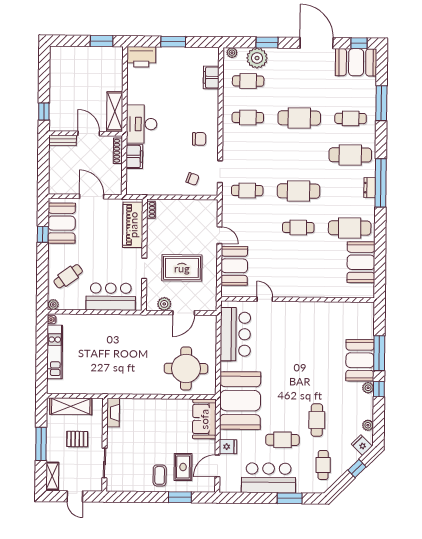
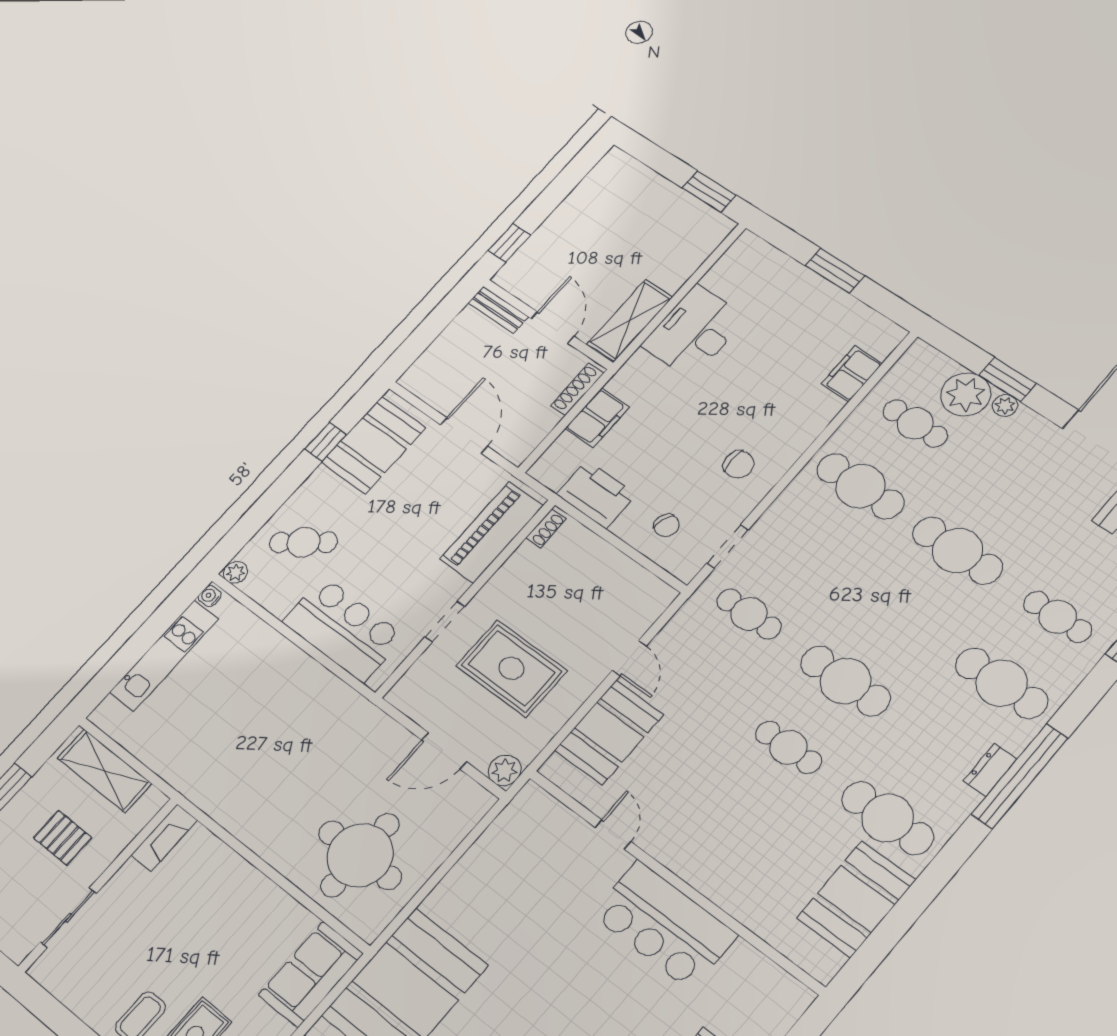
plant: (232, 53) -> (1005, 406), moved
printer: (141, 57) -> (596, 494), moved, turned 180
cafe table: (248, 118) -> (860, 486), width x1.37, depth x1.35
desk: (142, 124) -> (694, 332), moved
plant: (164, 304) -> (505, 770), moved
bar counter: (235, 334) -> (664, 925), moved, turned 90

